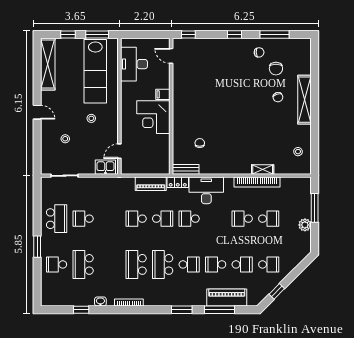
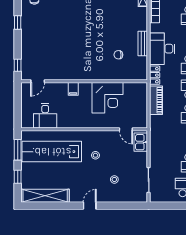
desk: (134, 64) -> (45, 116), width x0.73
lab bench: (95, 71) -> (52, 152), turned 180
corner desk: (153, 117) -> (108, 98), moved
bench: (186, 169) -> (143, 43), moved

